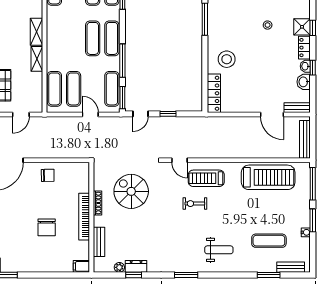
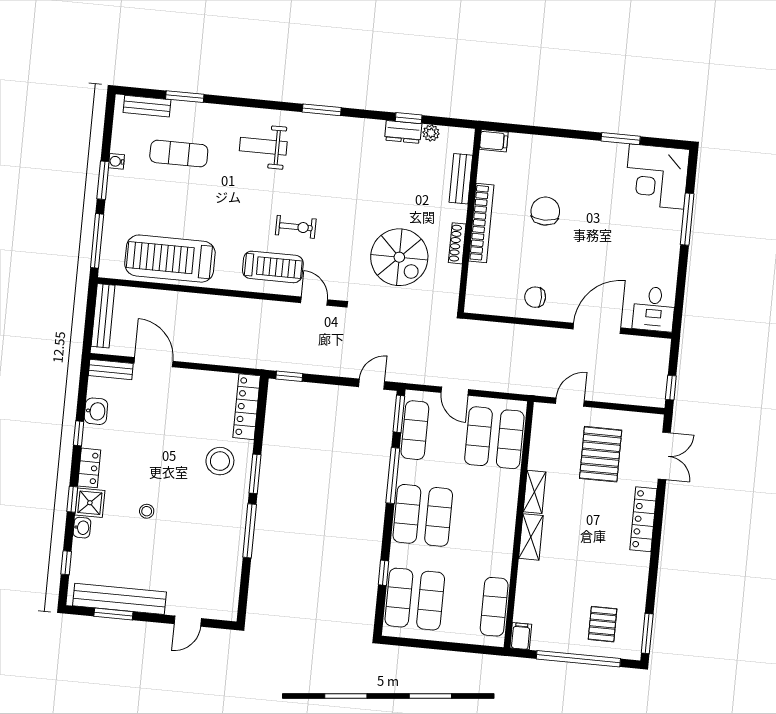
window: (205, 54) -> (255, 474), added
washbasin: (305, 66) -> (82, 528), moved
window: (168, 114) -> (289, 376), moved

